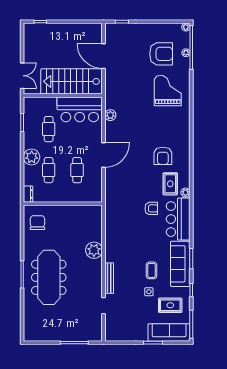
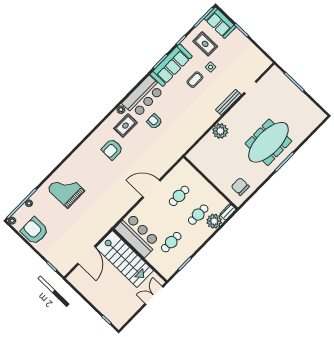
armchair: (161, 54) -> (35, 231), moved
grand piano: (168, 91) -> (66, 190), turned 90
plant: (110, 115) -> (121, 211), removed
armchair: (163, 156) -> (112, 149), turned 180
plant: (32, 157) -> (214, 221), moved
chair: (37, 223) -> (240, 187), turned 90
sofa: (169, 332) -> (220, 23), width x0.73

